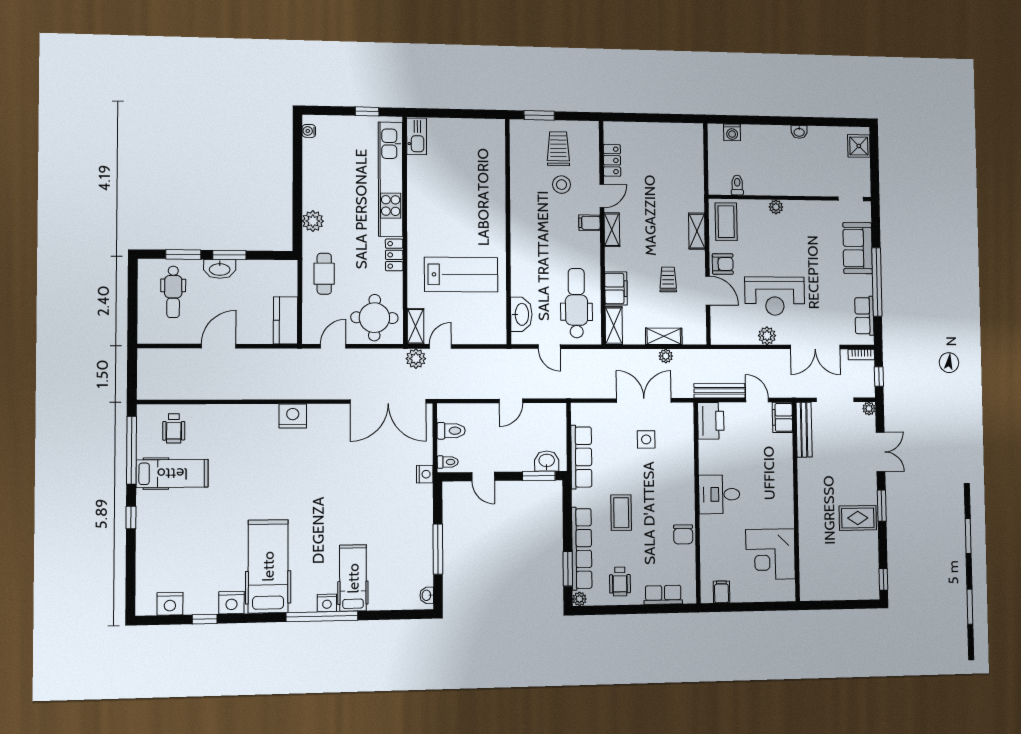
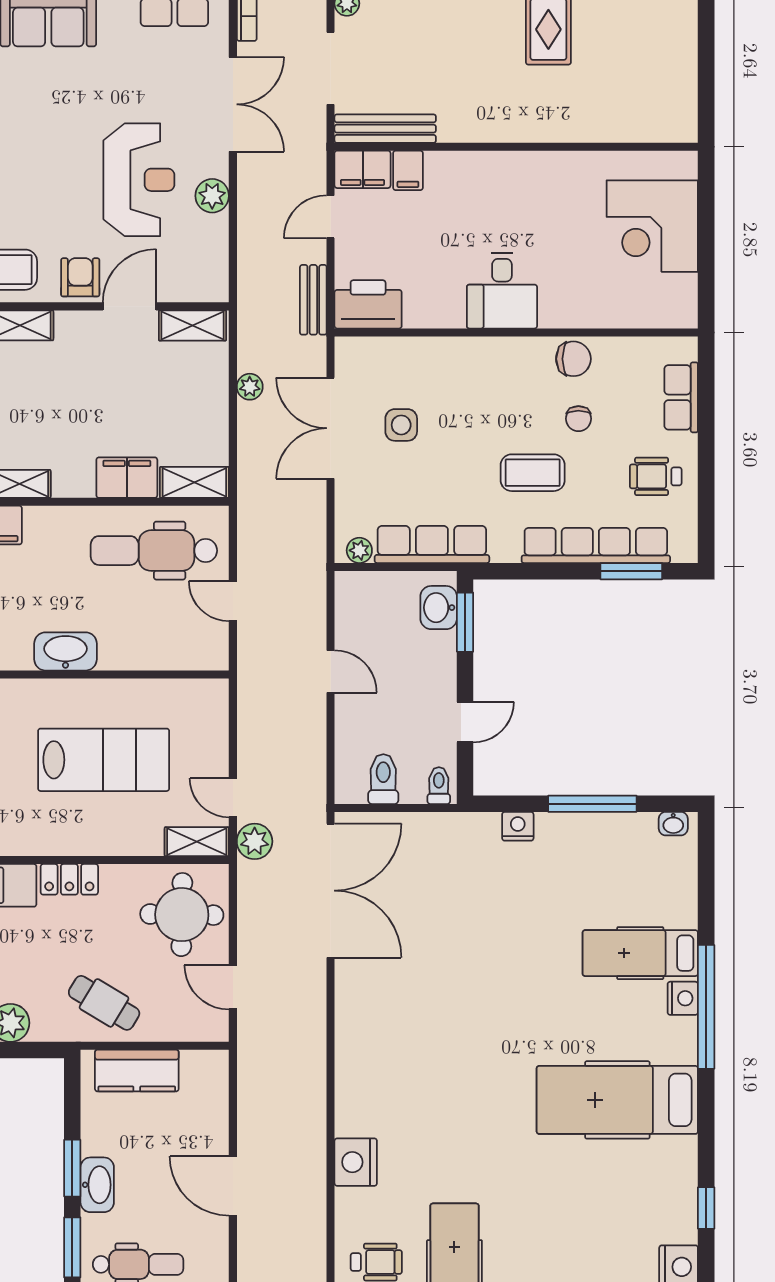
cafe table: (324, 274) -> (104, 1003), turned 31
lab bench: (461, 275) -> (104, 760), turned 90
trolley: (668, 279) -> (110, 380), removed
washbasin: (521, 314) -> (66, 651), moved
kitchen counter: (286, 320) -> (137, 1071), moved
shelving: (664, 336) -> (192, 325), moved, turned 90
door: (549, 347) -> (233, 601), swing flipped
bench: (720, 391) -> (313, 300), width x0.73
nightstand: (293, 416) -> (356, 1162), moved
nightstand: (425, 474) -> (518, 826), moved
chair: (651, 538) -> (578, 419), added
corner desk: (770, 554) -> (652, 226), moved, turned 90
wheelchair: (620, 581) -> (656, 476), turned 180
filing cabinet: (721, 592) -> (408, 170), moved, turned -90
plant: (579, 599) -> (359, 550), moved
nightstand: (231, 603) -> (679, 1163), removed

